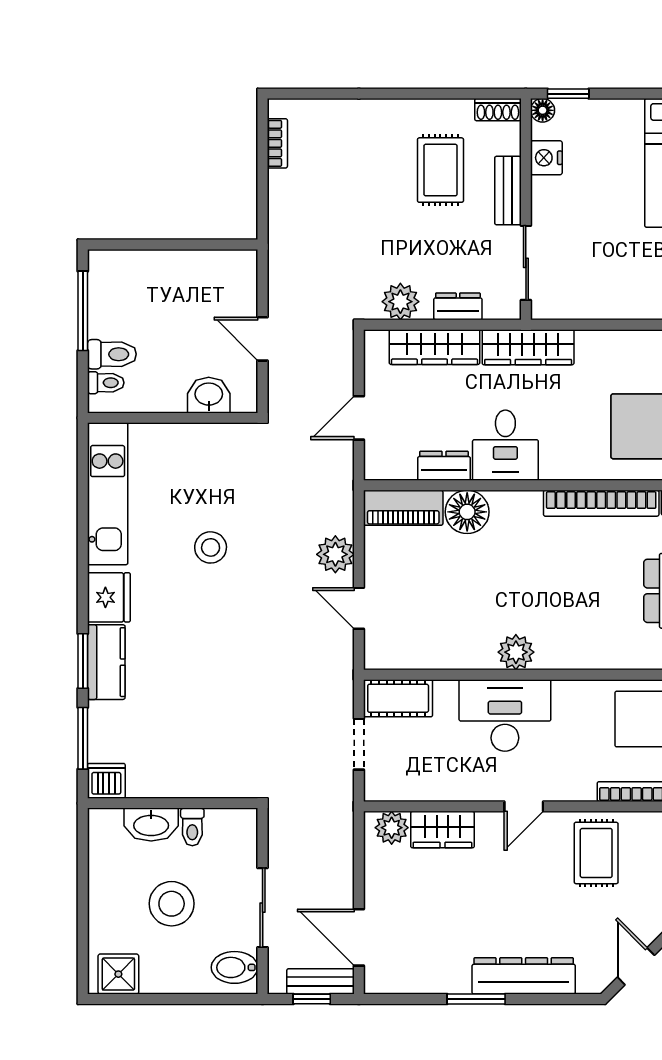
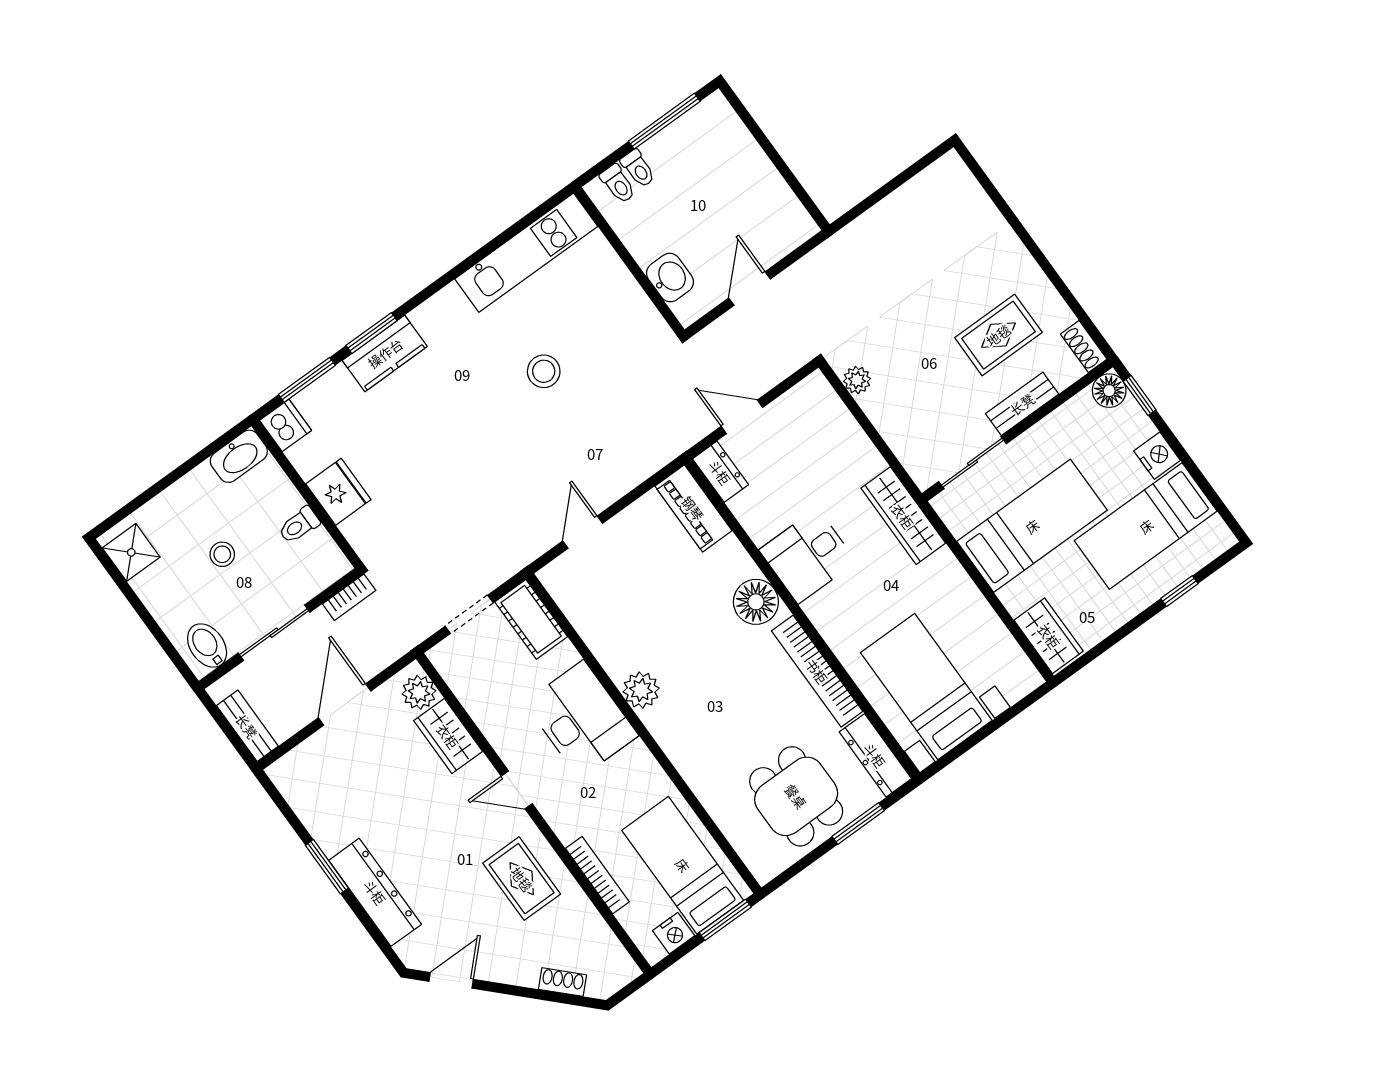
floor lamp: (543, 110) -> (1109, 391), width x1.37, depth x1.37
bookcase: (277, 143) -> (349, 597), moved
nightstand: (546, 158) -> (1157, 456), moved, turned 90
bed: (609, 252) -> (1032, 526), added
plant: (400, 302) -> (857, 380), width x0.73, depth x0.73
dresser: (458, 306) -> (895, 432), removed
wardrobe: (435, 347) -> (847, 437), removed
toilet: (112, 354) -> (638, 169), width x0.73, depth x0.72
dresser: (444, 466) -> (720, 472), moved
floor lamp: (467, 512) -> (756, 602), moved
plant: (335, 554) -> (614, 480), removed
fridge: (109, 597) -> (338, 492), moved, turned -90
washbasin: (151, 825) -> (239, 456), moved, turned -90
rug: (596, 853) -> (522, 879), turned 90
stool: (172, 904) -> (222, 554), width x0.53, depth x0.53
door: (359, 937) -> (345, 704), moved
window: (312, 999) -> (227, 729), removed

